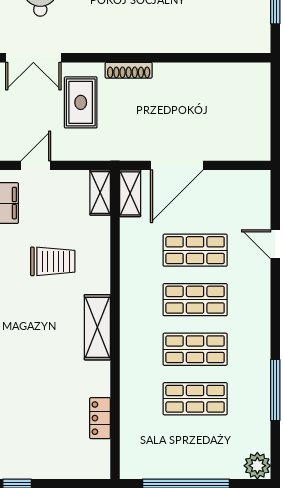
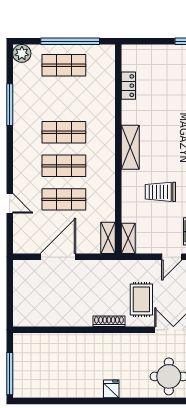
door: (177, 165) -> (58, 257), moved
shop shelf: (195, 399) -> (64, 65), moved

